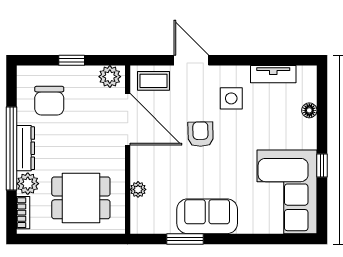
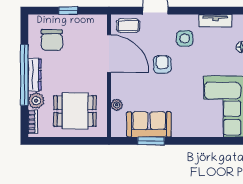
plant: (110, 77) -> (96, 22), removed
sofa: (207, 216) -> (149, 124), moved

